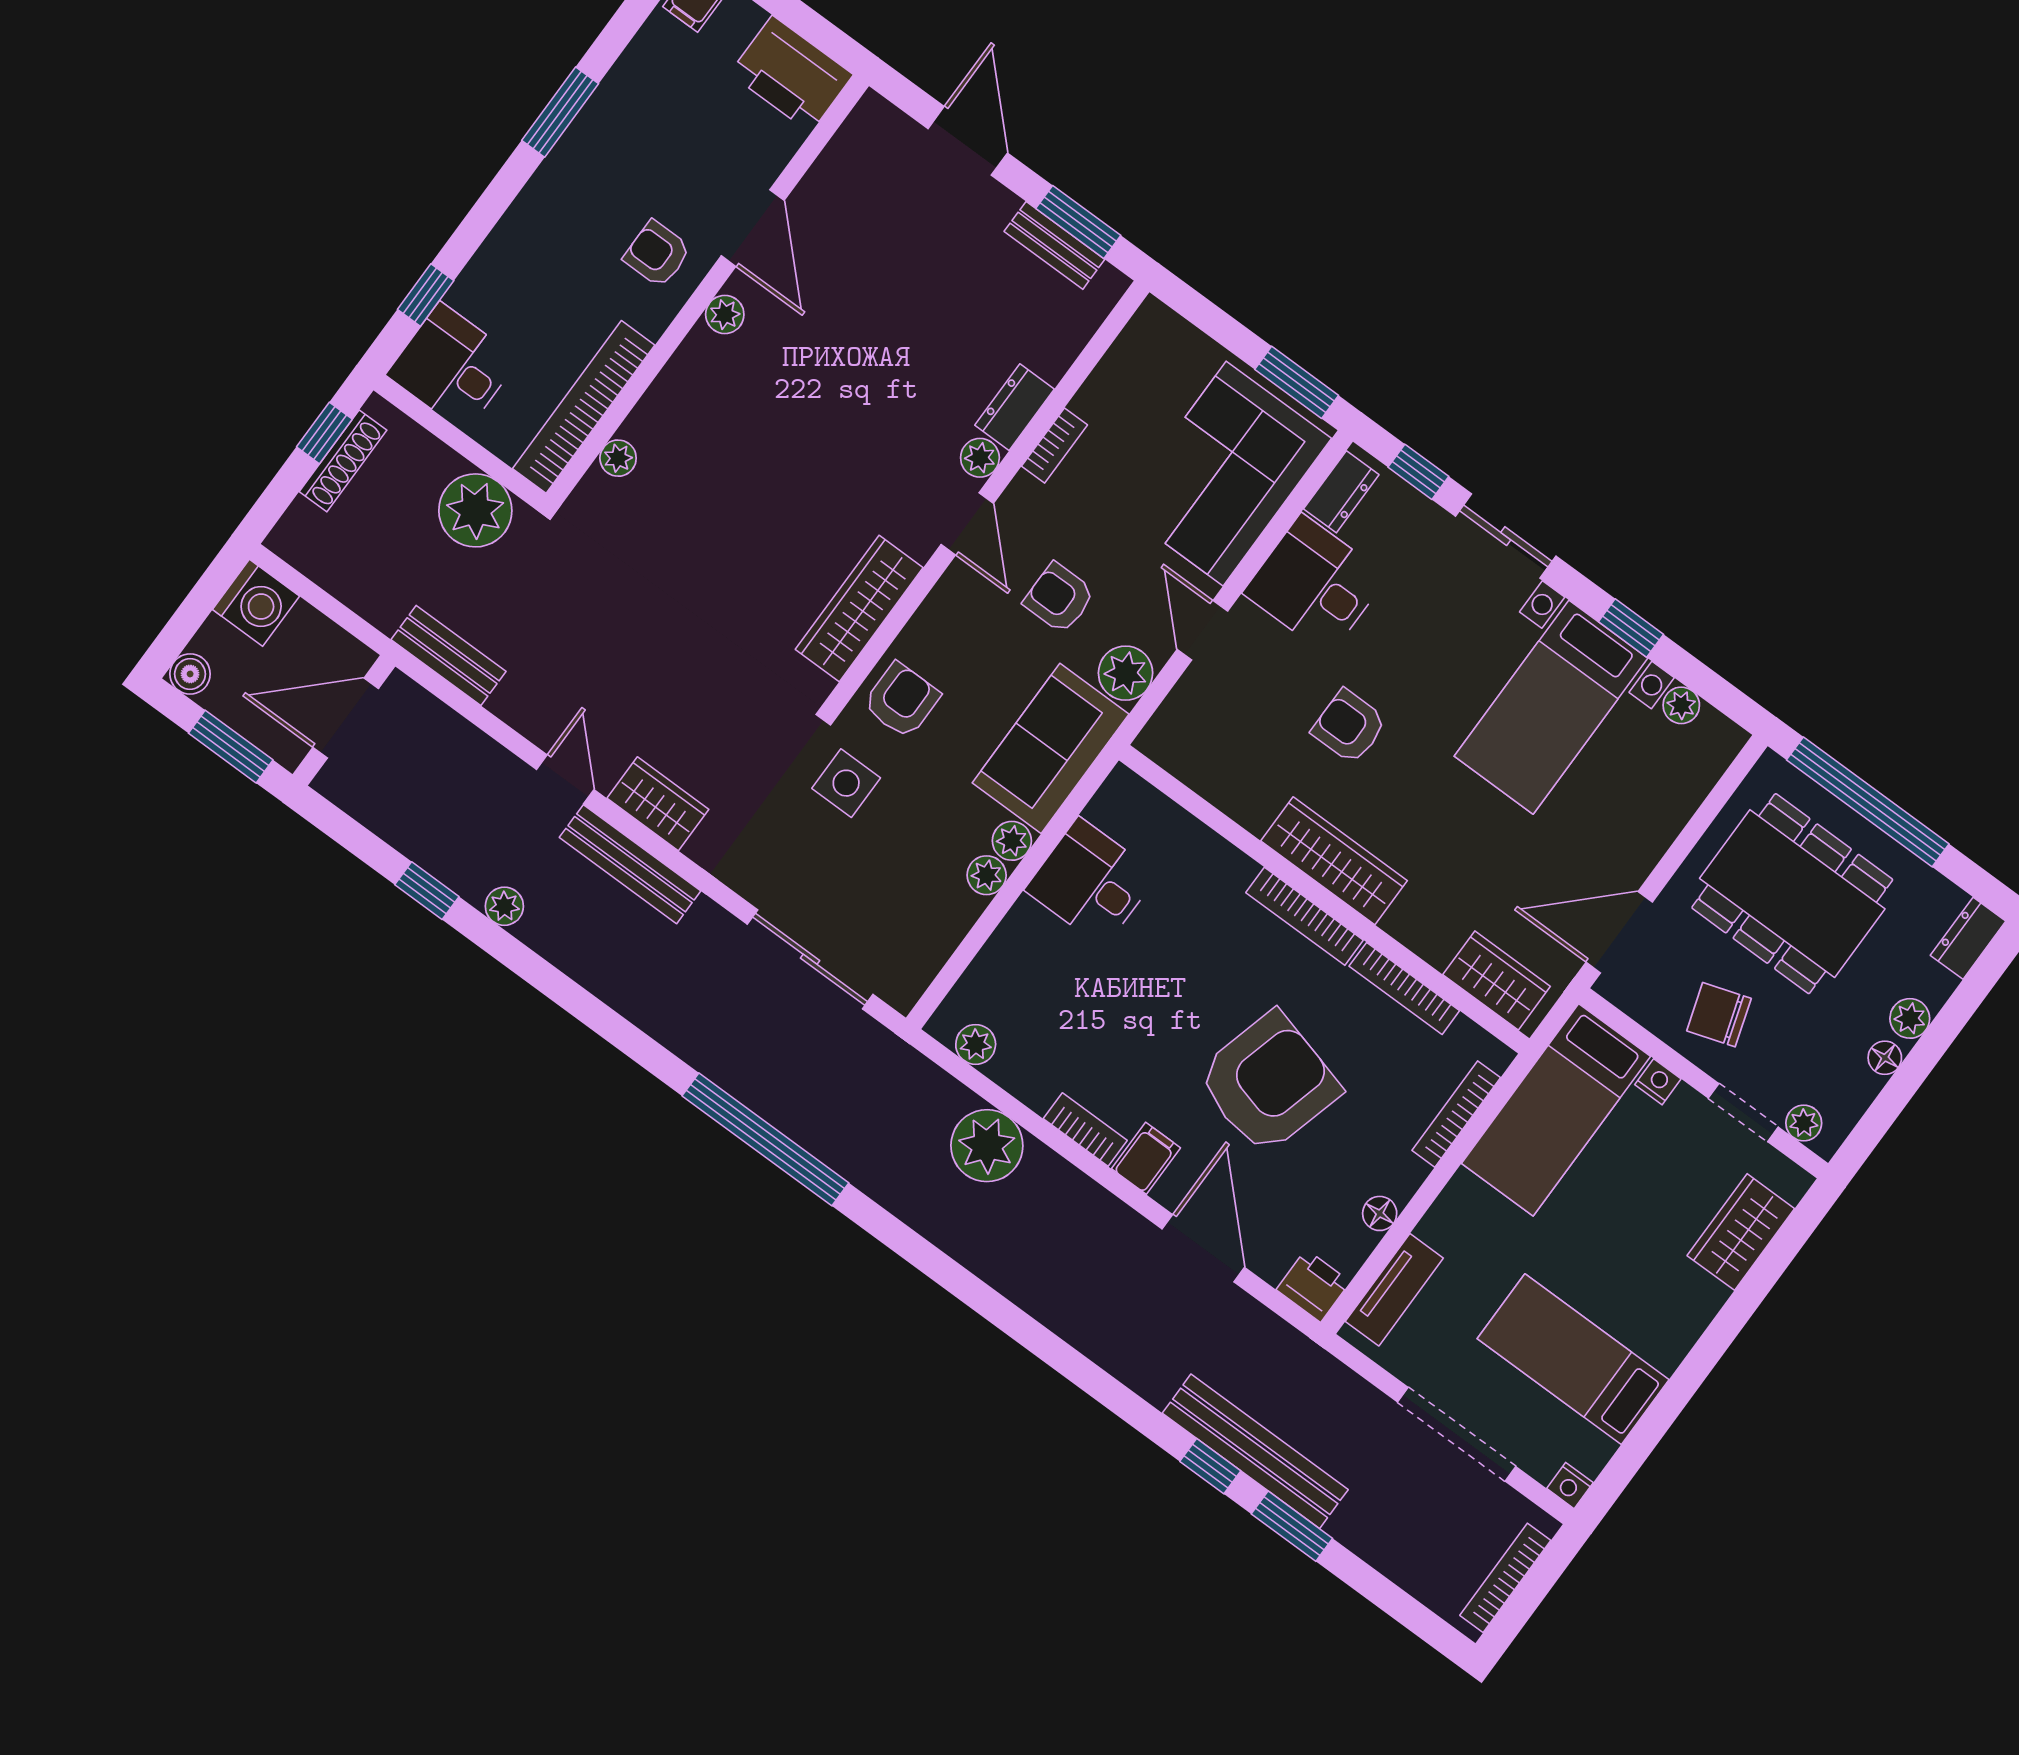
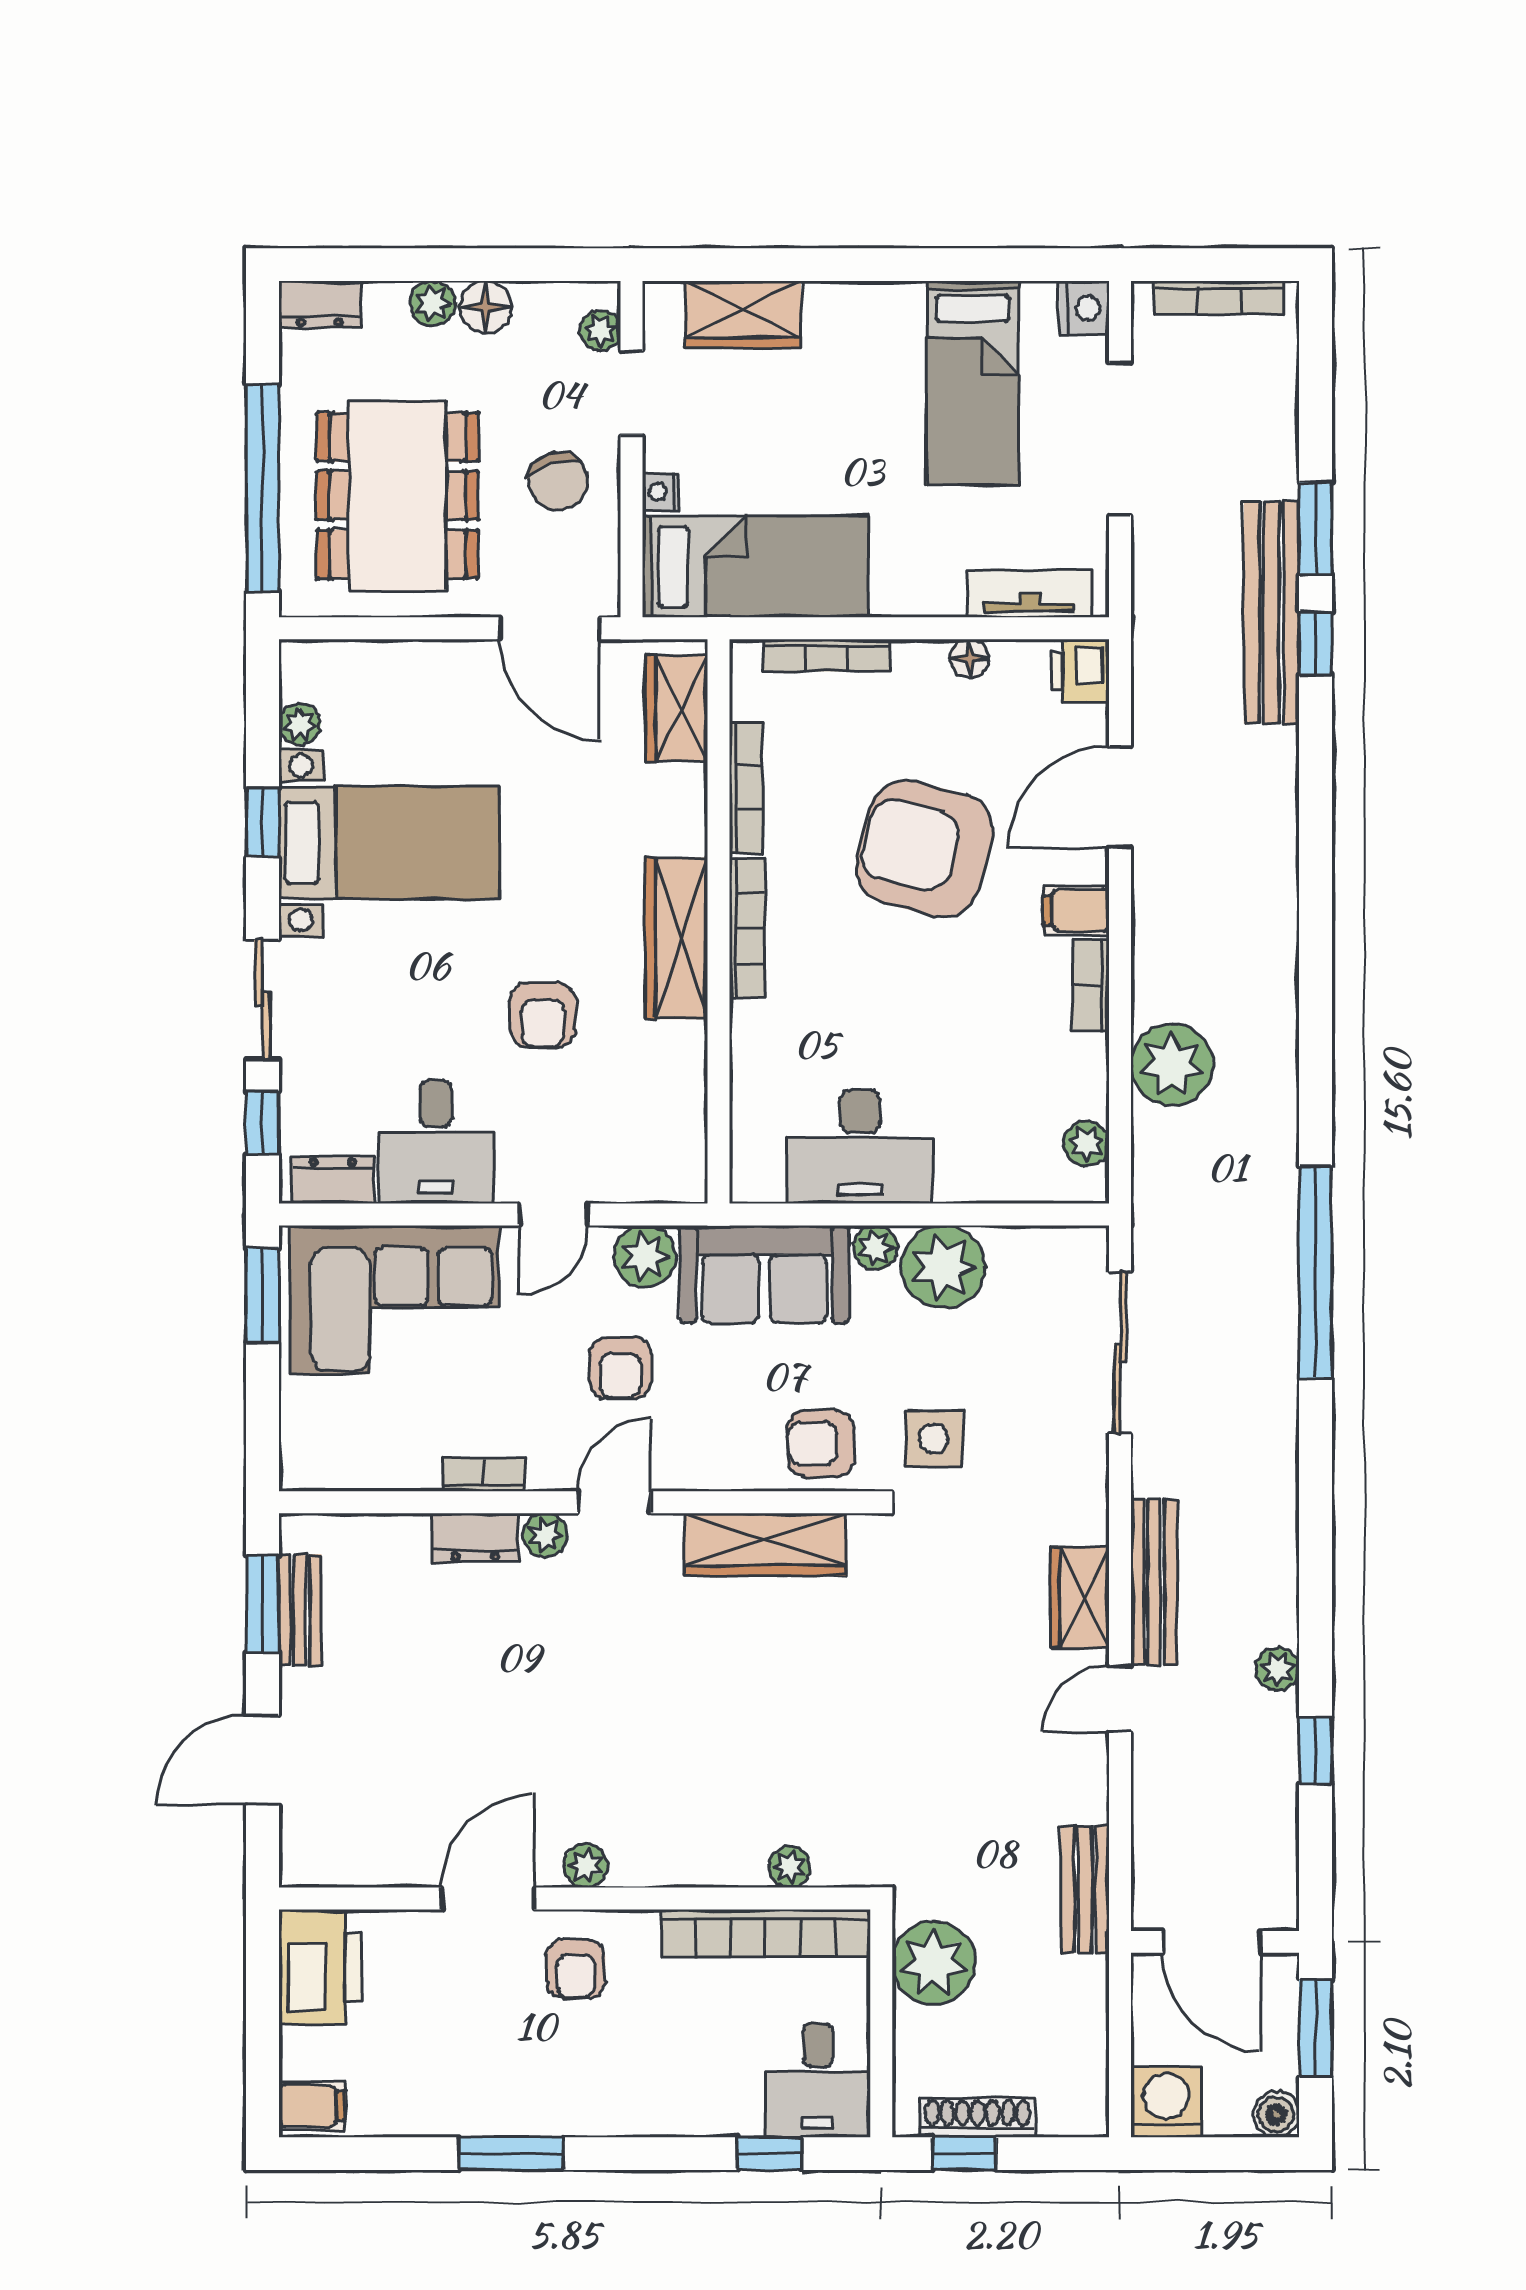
plant: (987, 875) -> (943, 1267), width x1.88, depth x1.88
desk: (1091, 882) -> (860, 1147), width x1.37
floor lamp: (1885, 1058) -> (486, 307), width x1.37, depth x1.37
nightstand: (1570, 1486) -> (1084, 308), width x1.39, depth x1.35

